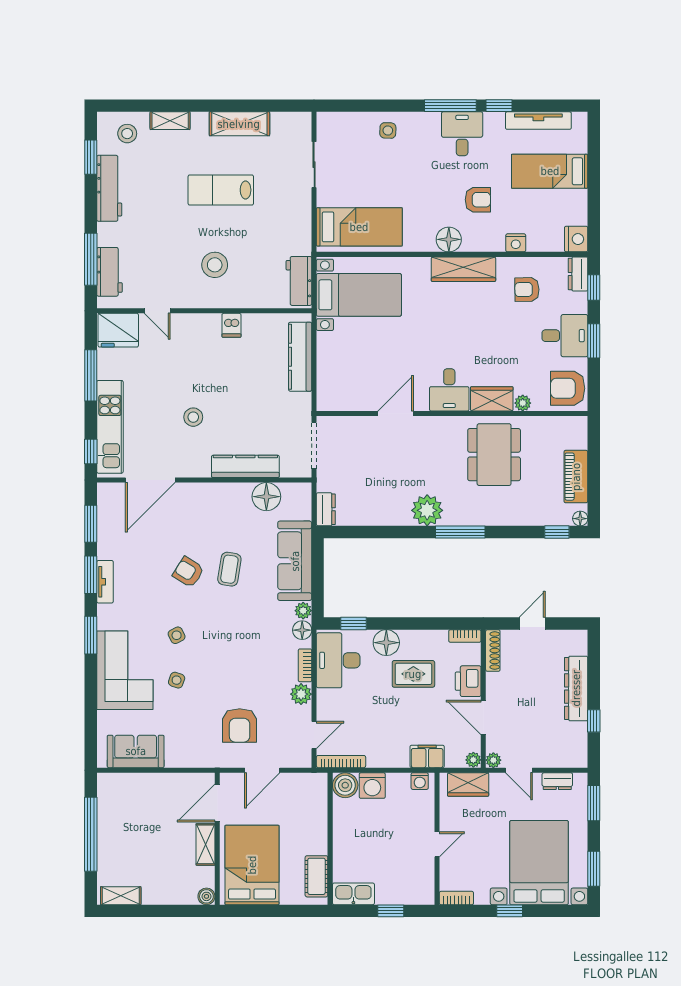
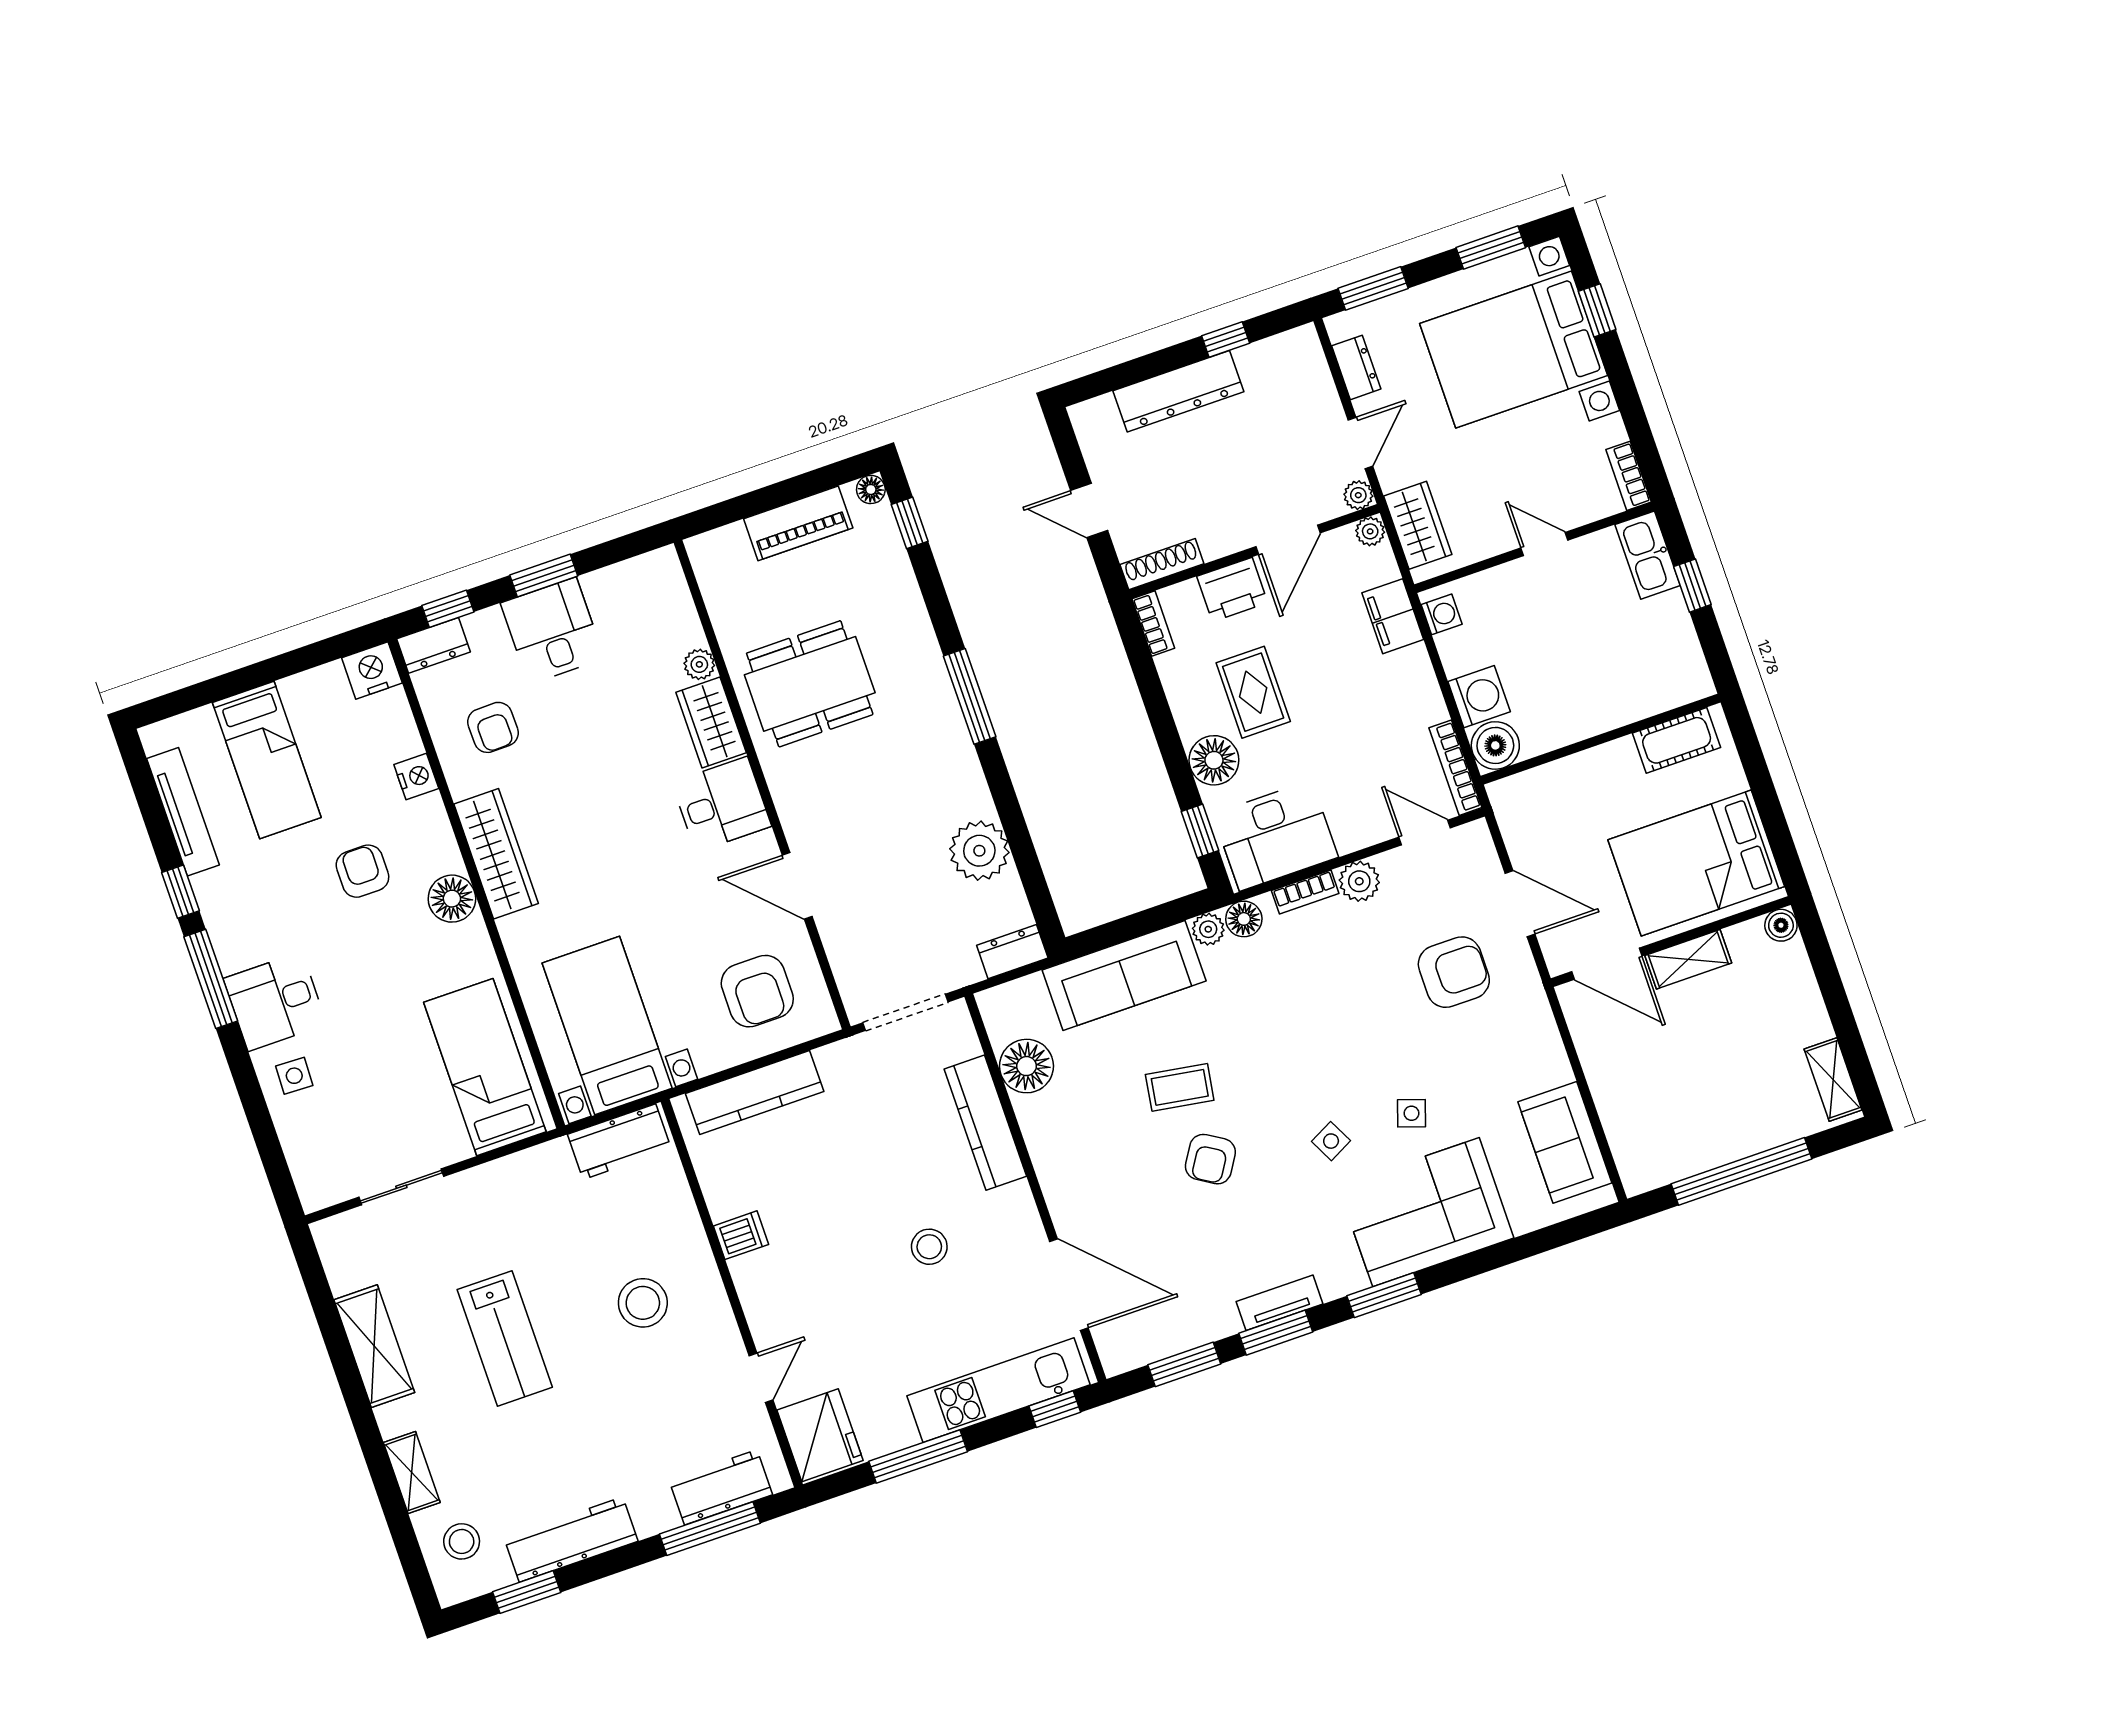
desk: (462, 134) -> (275, 1001), moved
armchair: (568, 388) -> (757, 991), moved
plant: (427, 510) -> (979, 851), moved
kitchen sink: (353, 894) -> (1648, 555), moved
window: (510, 911) -> (1597, 310), moved

